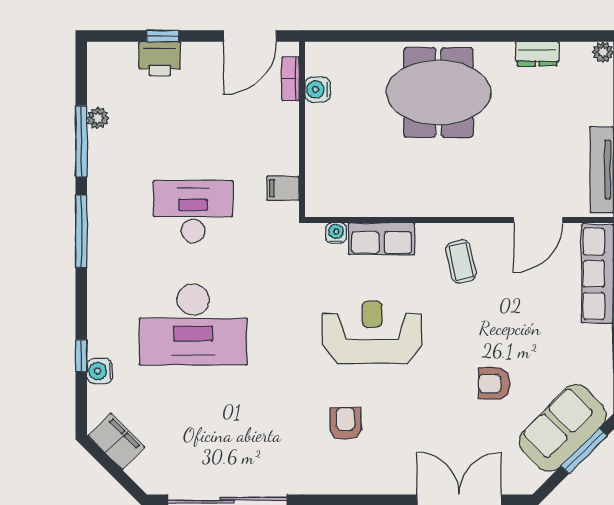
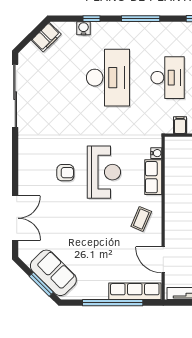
window: (81, 231) -> (141, 19), moved
coffee table: (461, 262) -> (141, 219), turned -55
desk: (193, 325) -> (108, 78), turned 180
armchair: (494, 384) -> (77, 237), removed
armchair: (345, 424) -> (65, 173), moved

